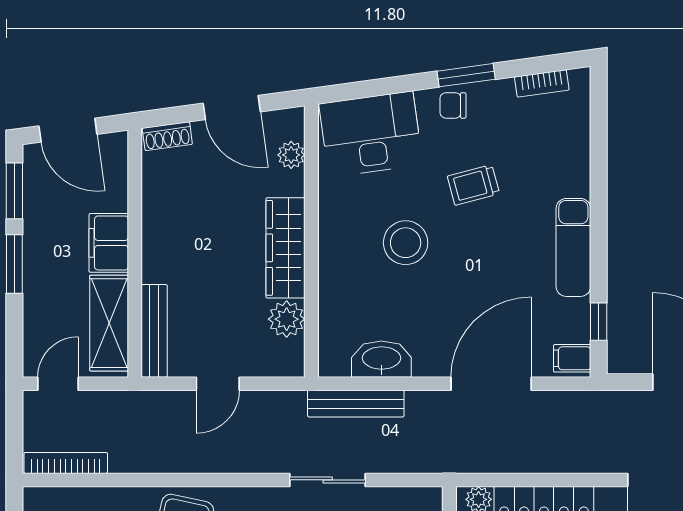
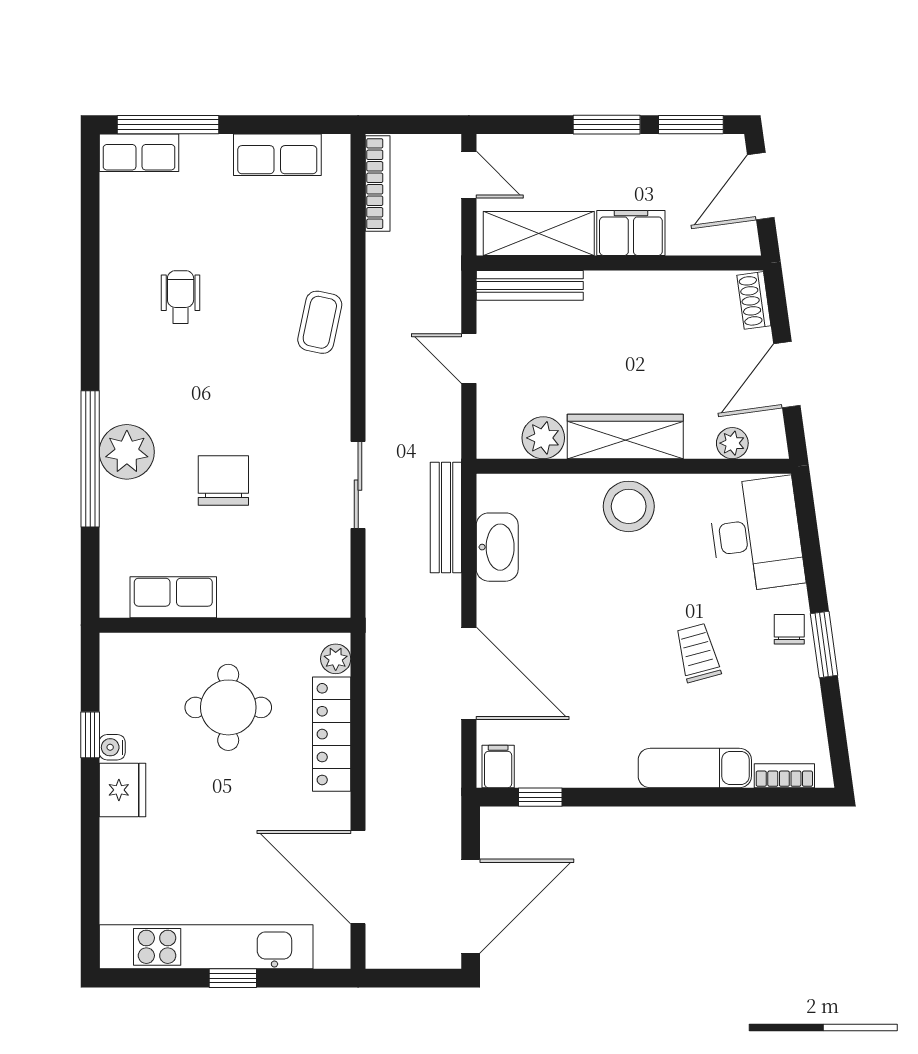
bookcase: (542, 83) -> (784, 776), moved, turned 98
stool: (406, 243) -> (629, 506), moved
exam couch: (573, 247) -> (695, 768), moved

